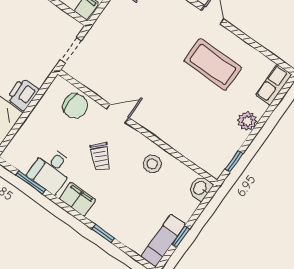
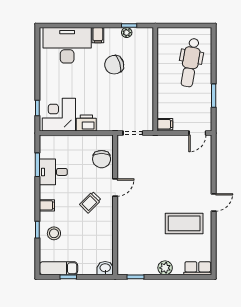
coffee table: (213, 64) -> (184, 223), turned 90
door: (118, 113) -> (115, 188), hinge flipped
trolley: (100, 157) -> (90, 202), moved
stool: (152, 164) -> (54, 233), moved
filing cabinet: (77, 199) -> (47, 205), width x0.50

